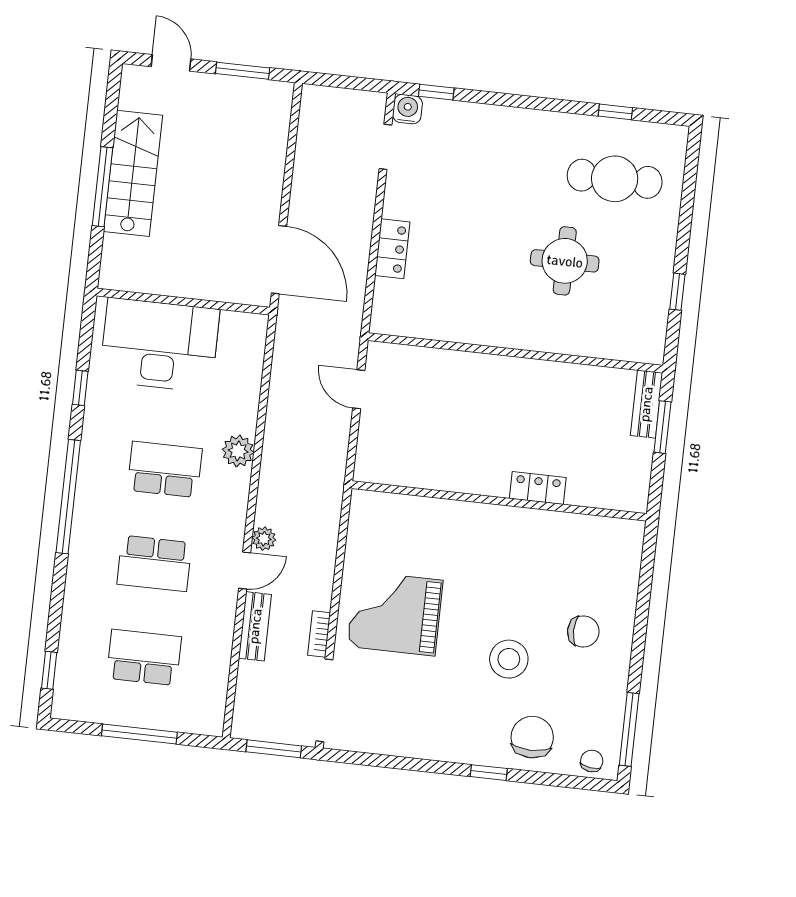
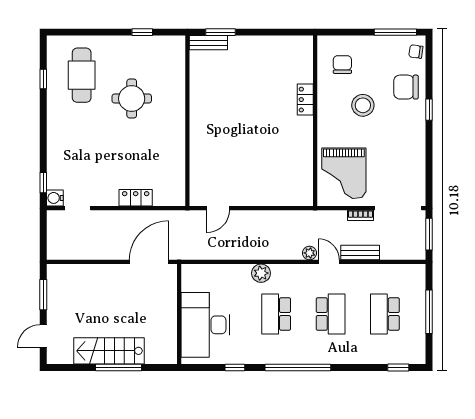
locker: (538, 488) -> (305, 100), moved
wall: (499, 501) -> (315, 121), moved

